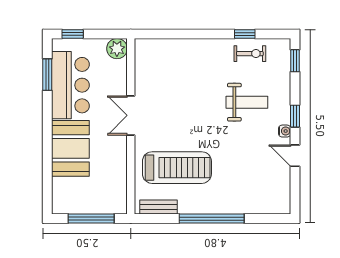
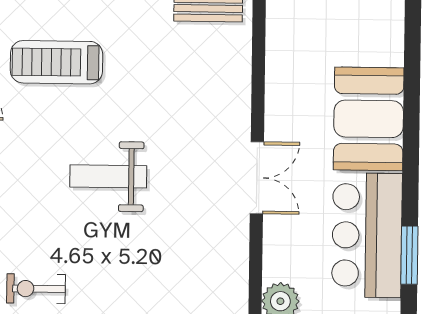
weight bench: (247, 102) -> (108, 176), moved
treadmill: (177, 168) -> (56, 62), moved, width x0.73, depth x0.73

